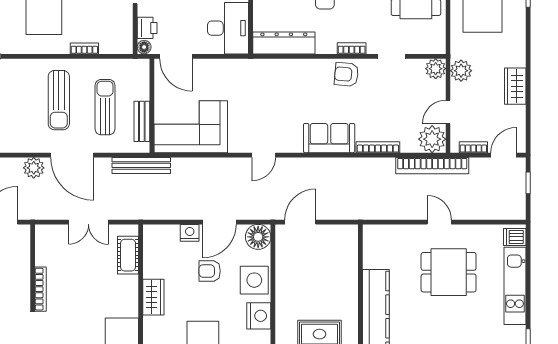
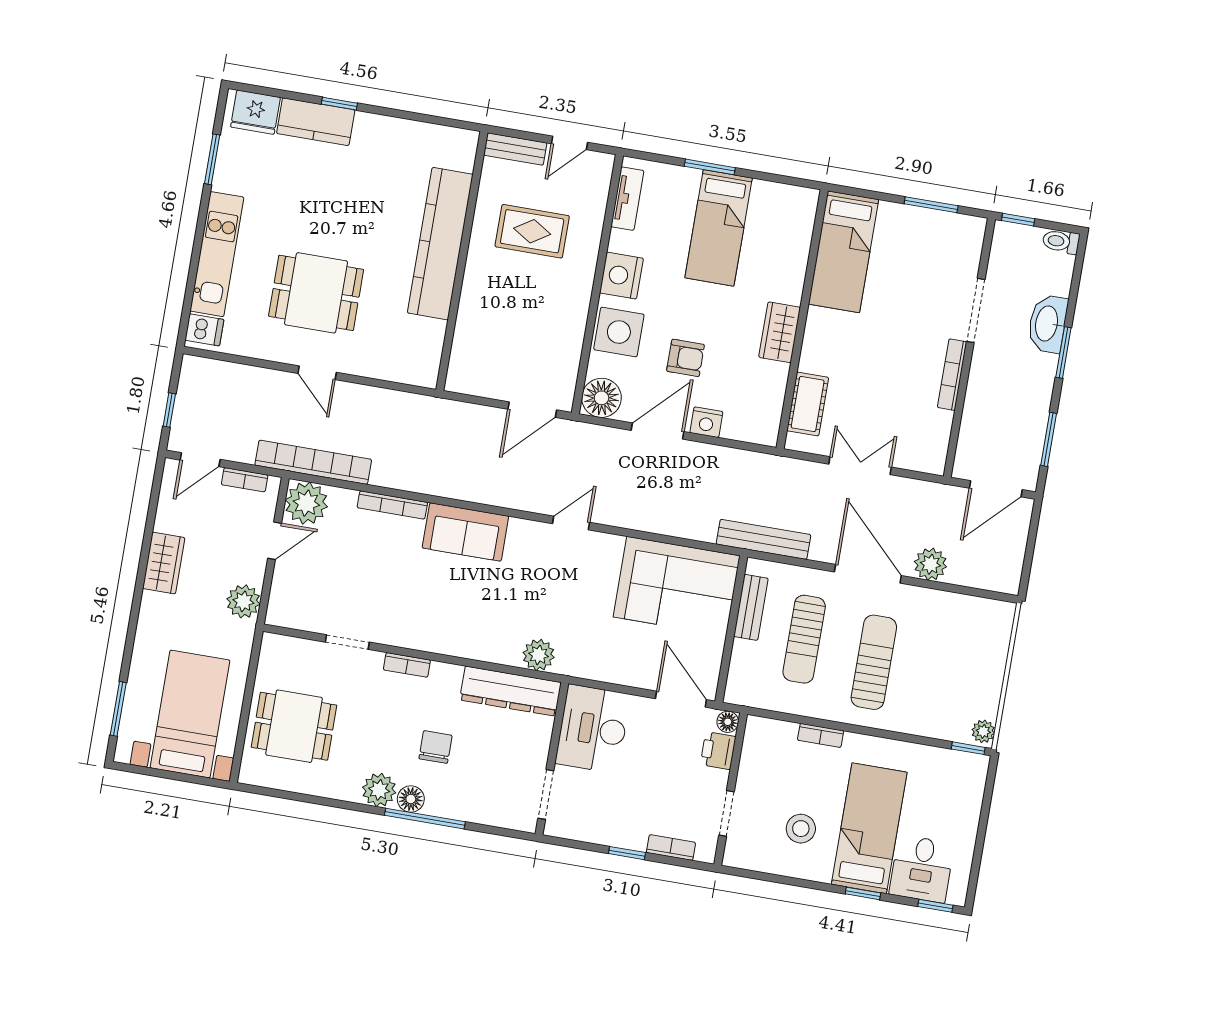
plant: (436, 69) -> (539, 655), moved
armchair: (346, 74) -> (422, 626), removed

